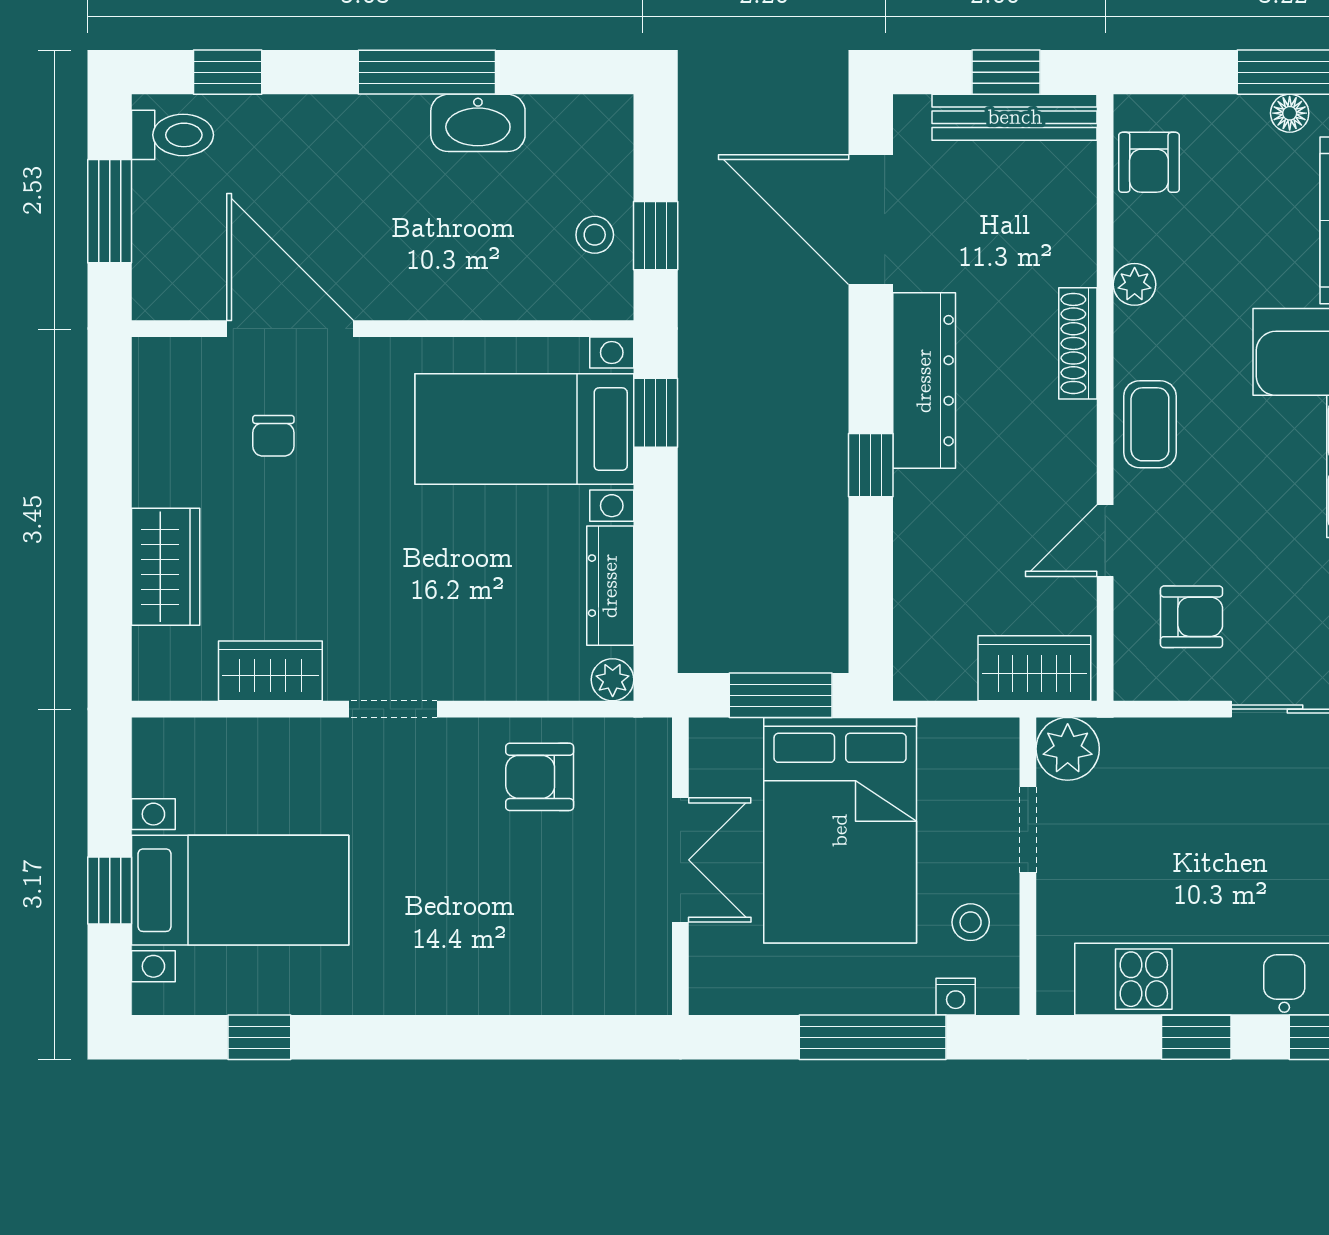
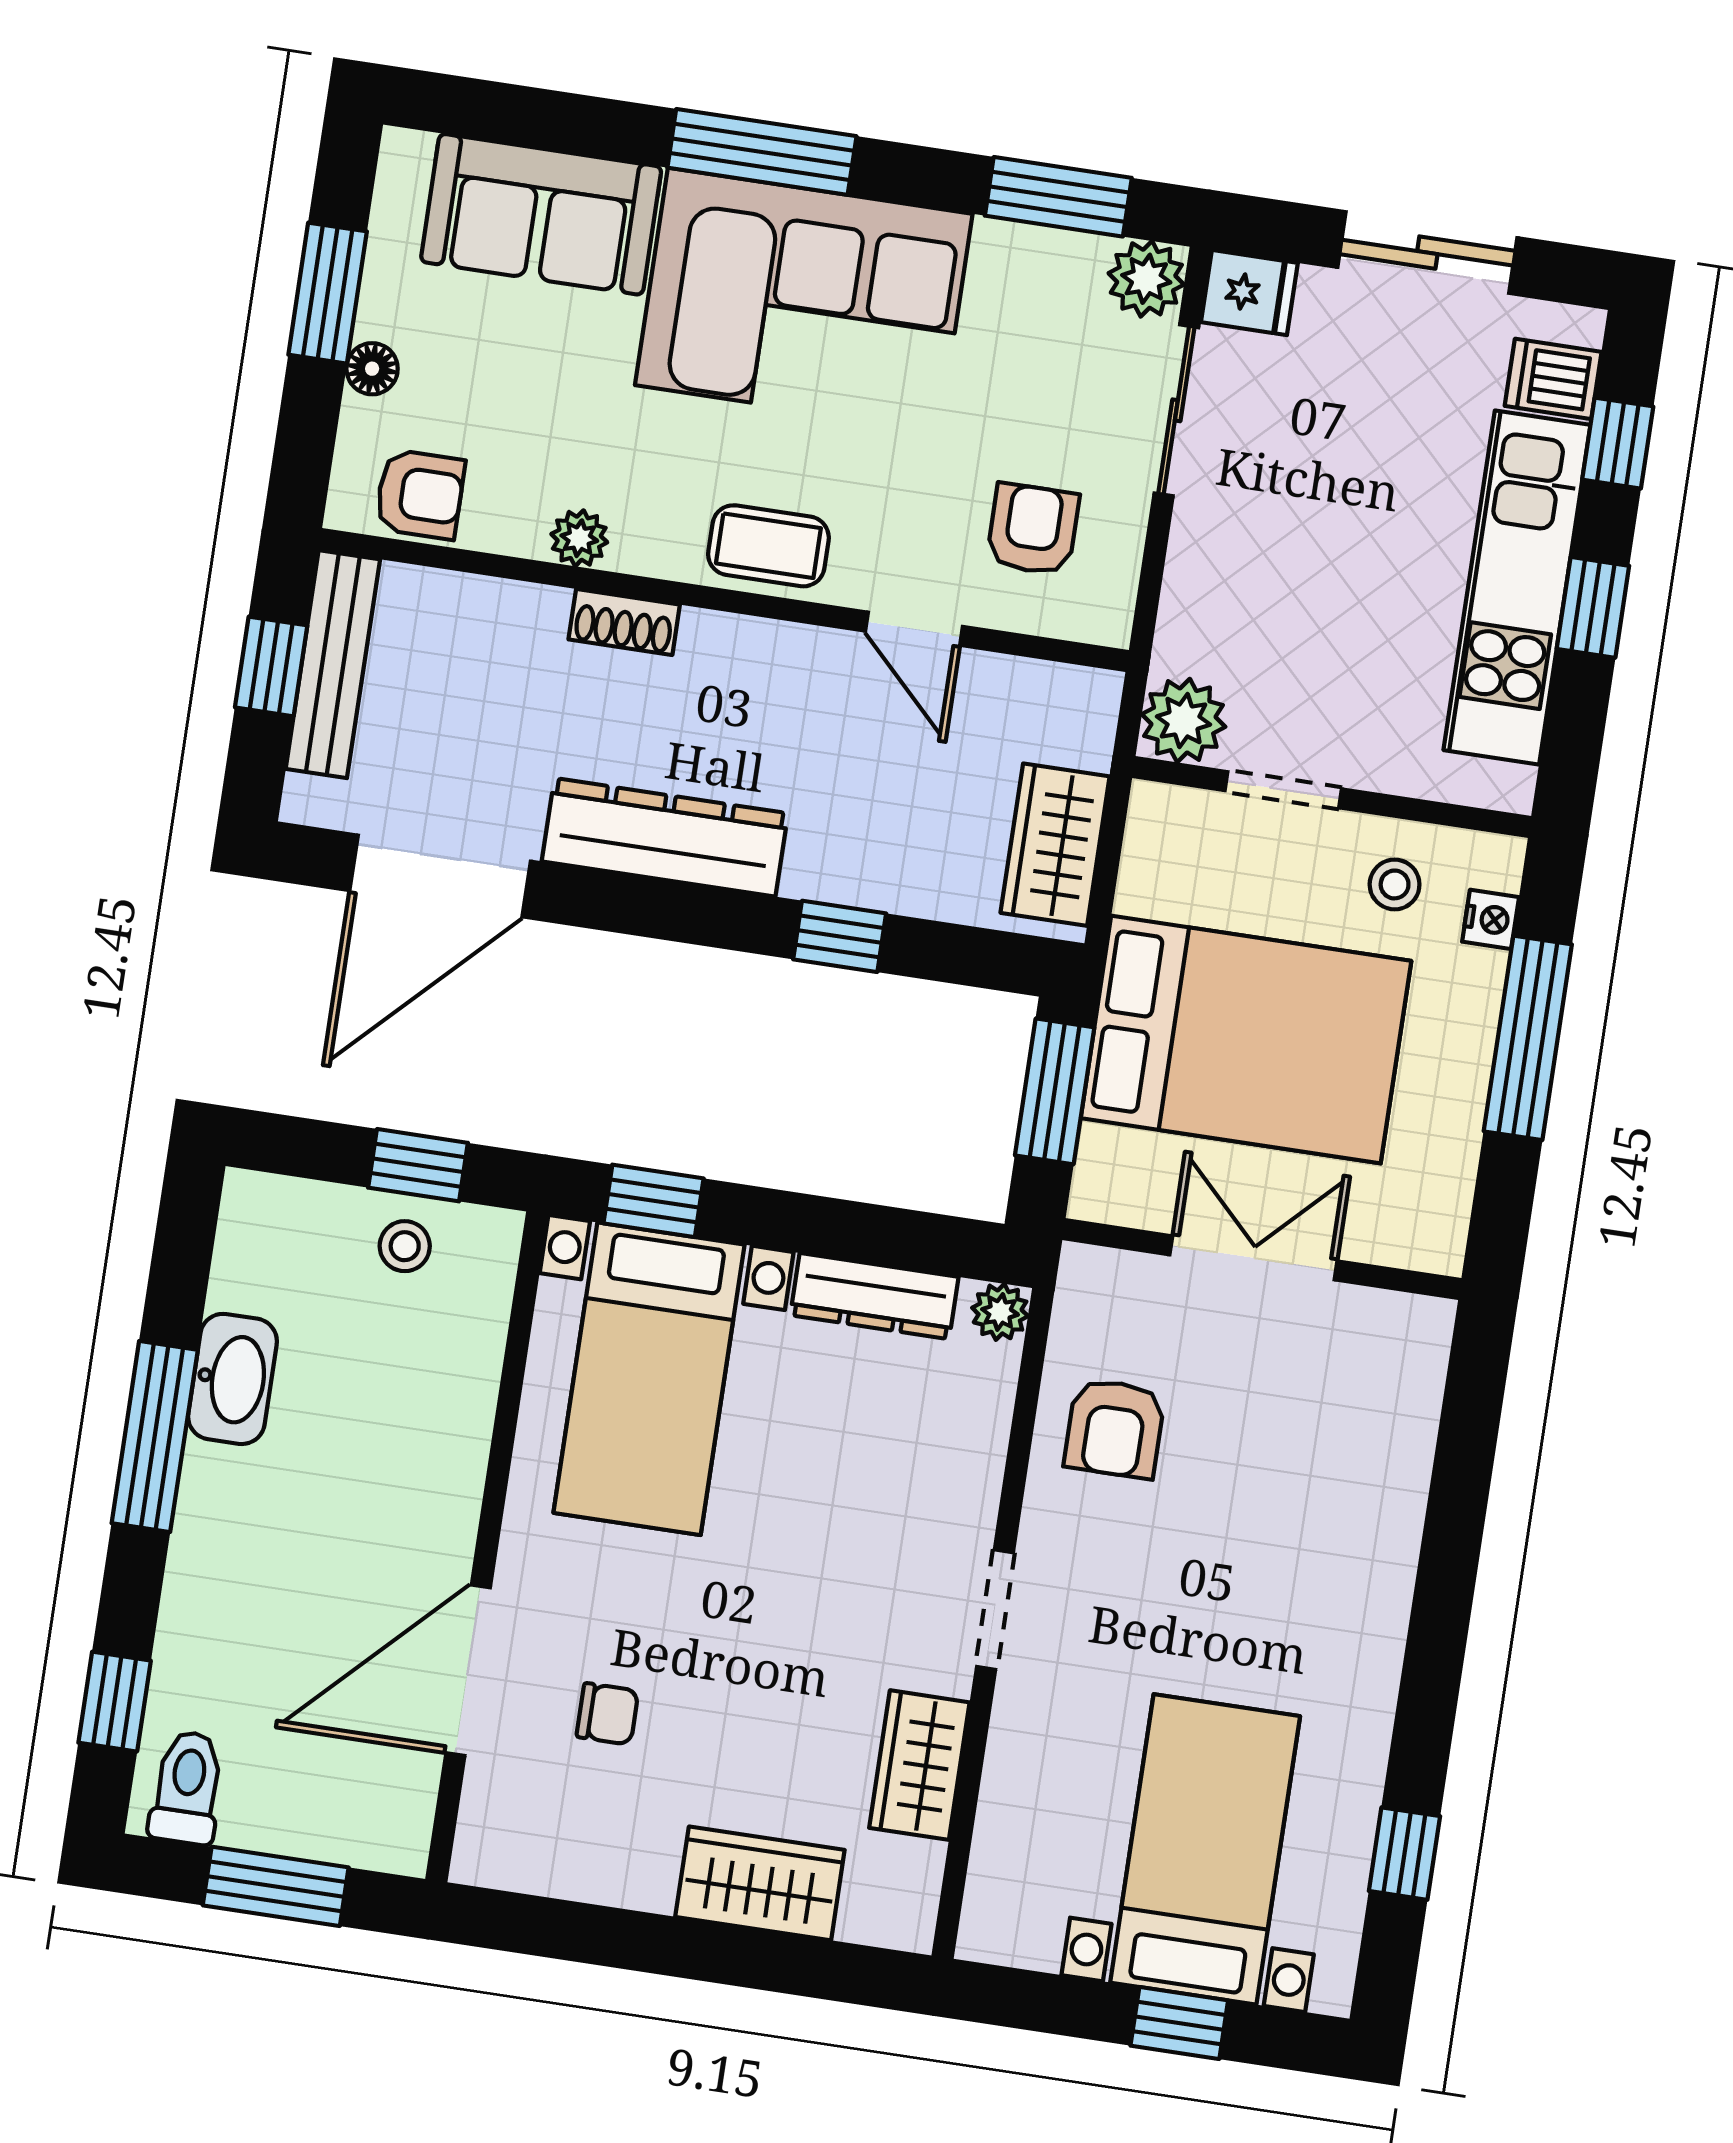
floor lamp: (1290, 113) -> (372, 369), moved
shoe rack: (1078, 343) -> (624, 622), width x0.70
window: (871, 465) -> (840, 936), moved
wardrobe: (1034, 668) -> (1055, 845), moved

